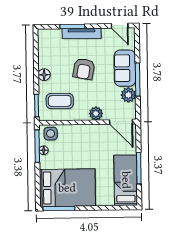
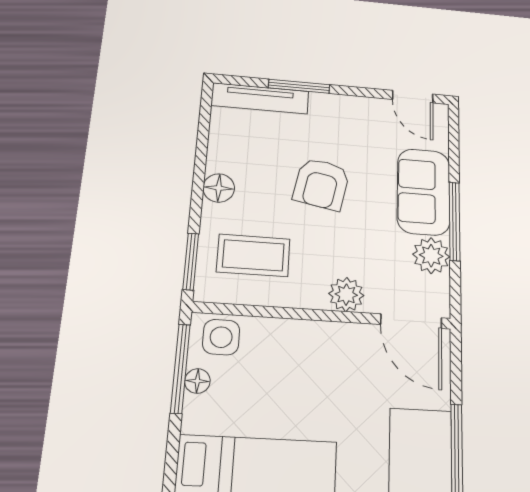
tv unit: (82, 33) -> (260, 98), moved

